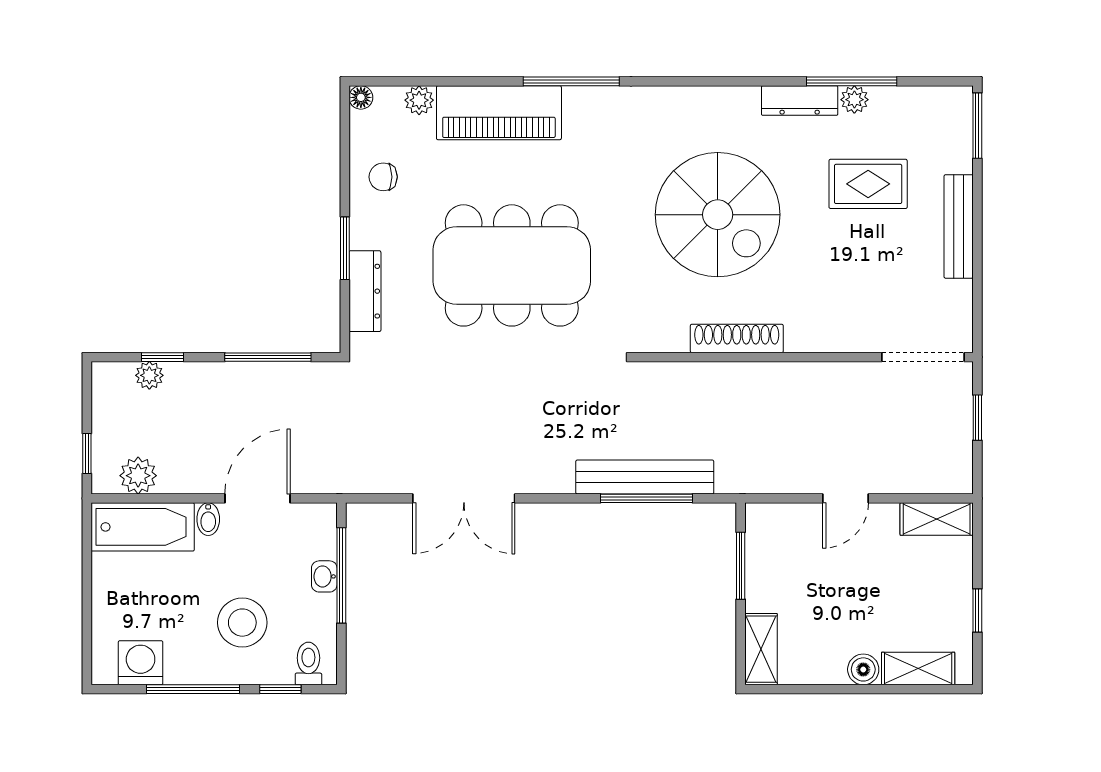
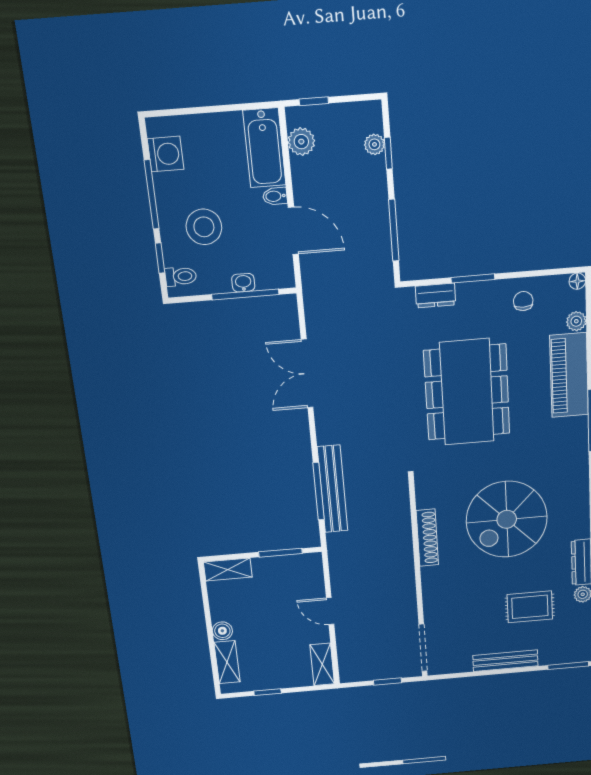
rug: (868, 184) -> (530, 607), turned 90
dresser: (365, 291) -> (436, 296), width x0.70

